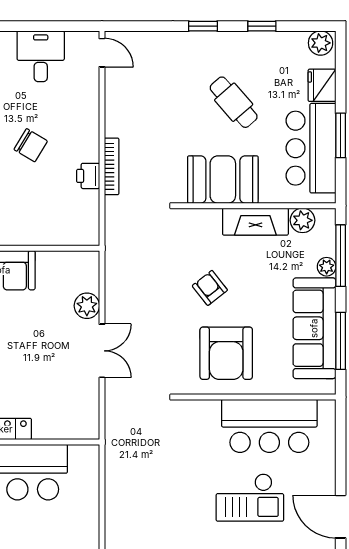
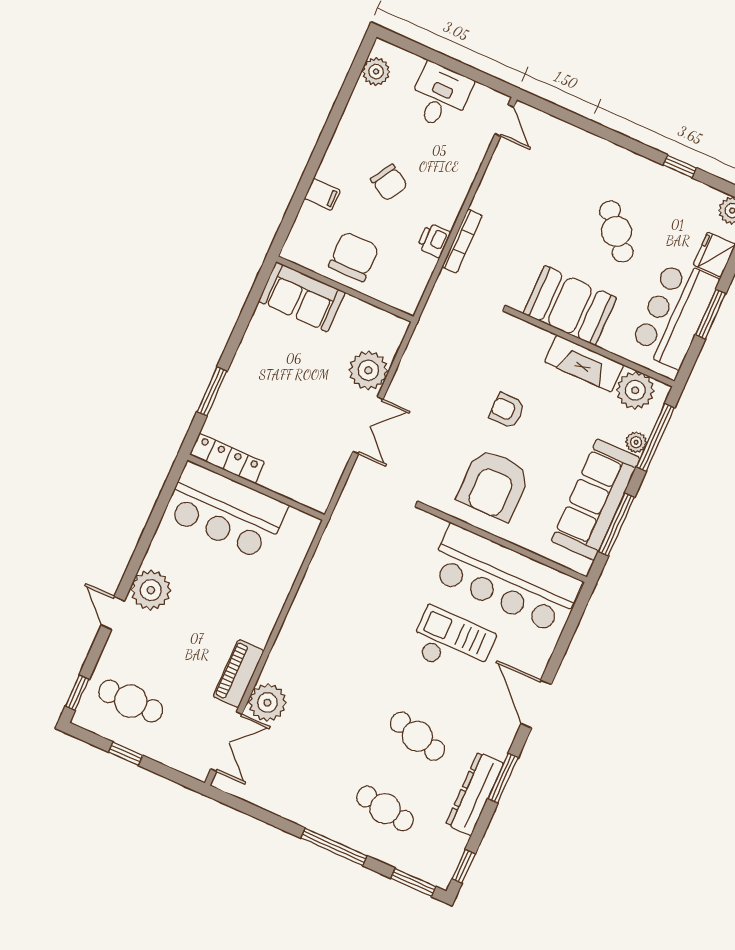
window: (203, 26) -> (620, 140), removed
chair: (29, 219) -> (354, 257), added
plant: (303, 220) -> (635, 390), width x1.36, depth x1.36
armchair: (210, 288) -> (507, 410), turned -52
plant: (87, 306) -> (368, 370), width x1.36, depth x1.36
bar counter: (269, 426) -> (505, 579), width x1.36
checkout: (250, 497) -> (452, 643), turned 180

